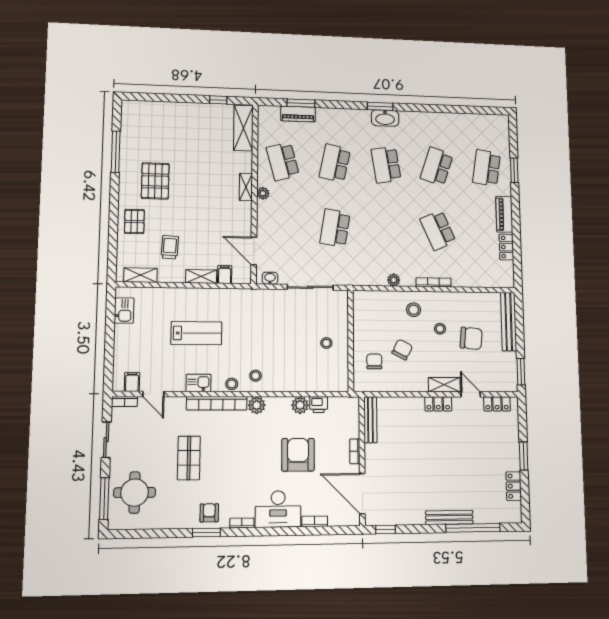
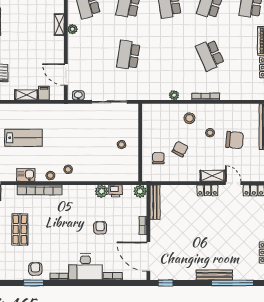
plant: (257, 405) -> (140, 191), moved
armchair: (298, 455) -> (100, 228), width x0.53, depth x0.53

